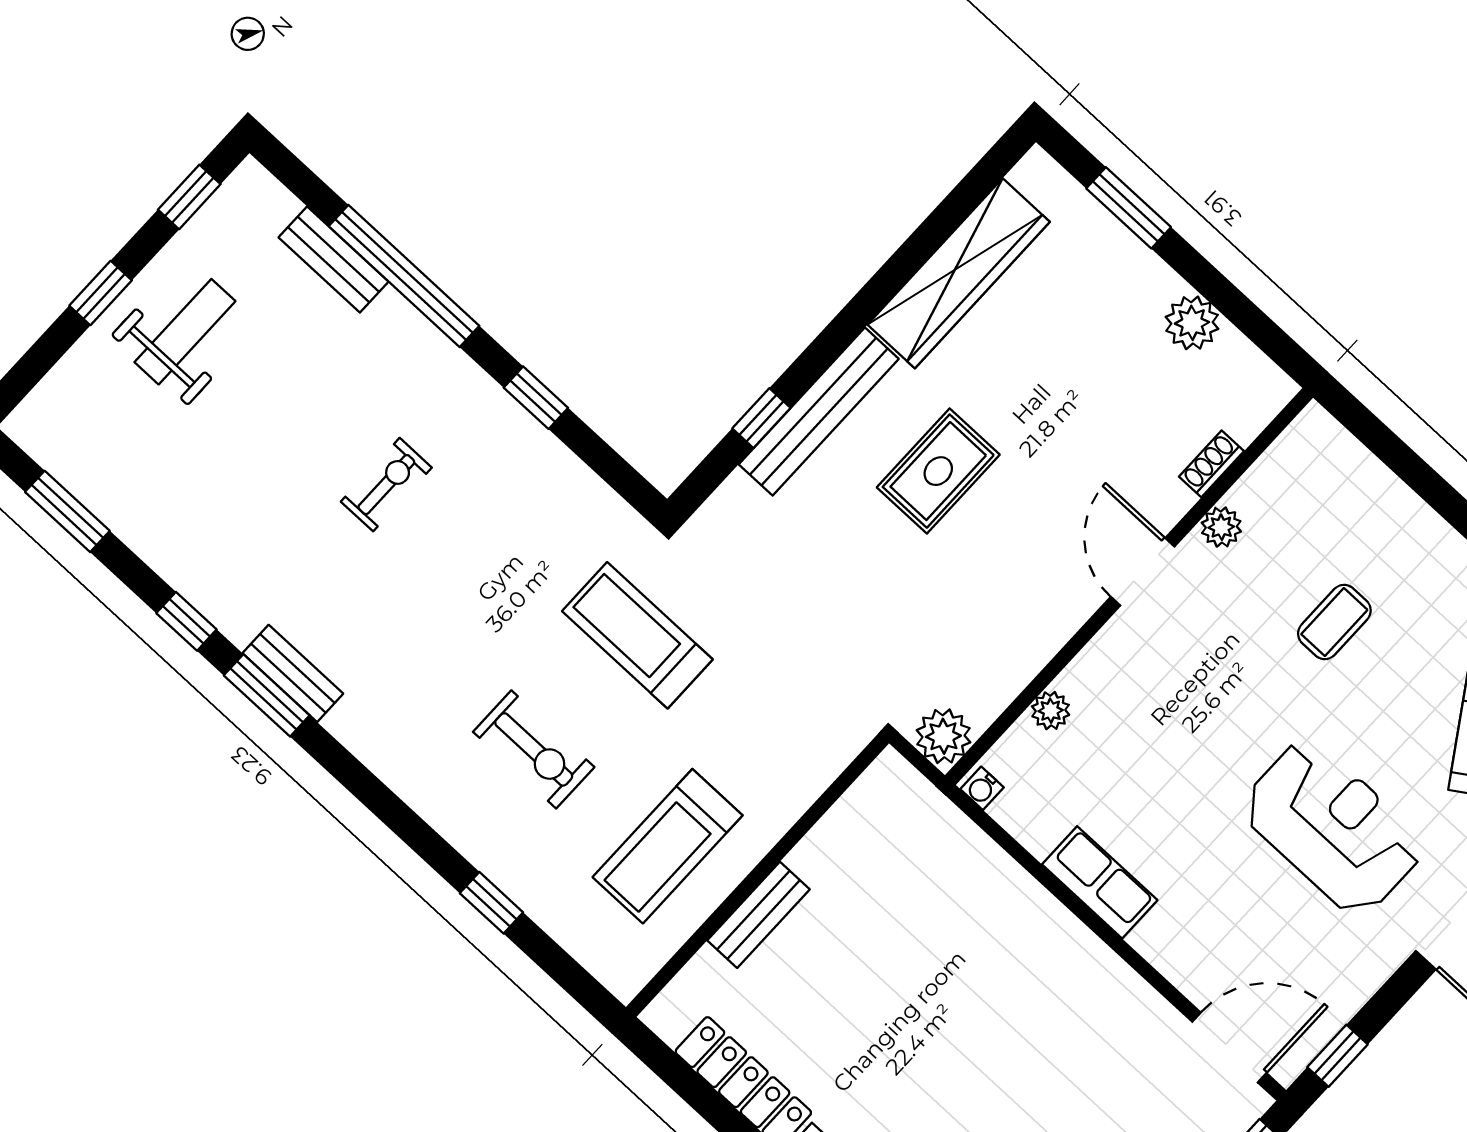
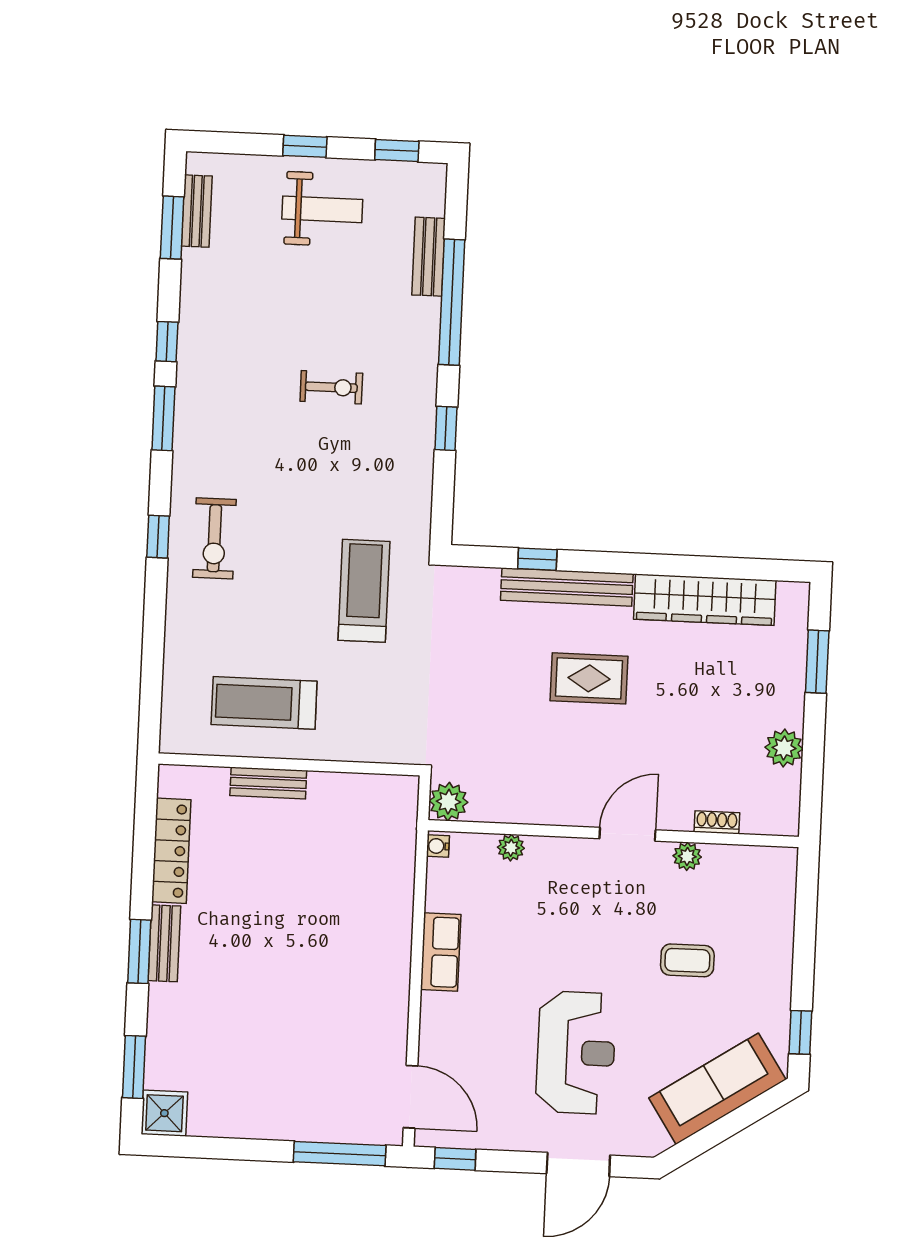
bench: (293, 673) -> (197, 211), moved
exercise bike: (534, 749) -> (214, 538), moved
window: (491, 903) -> (158, 537), moved

